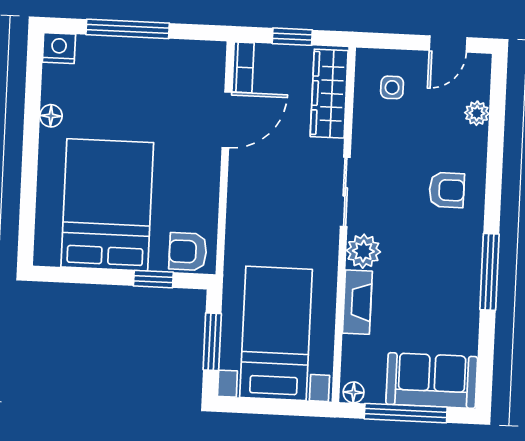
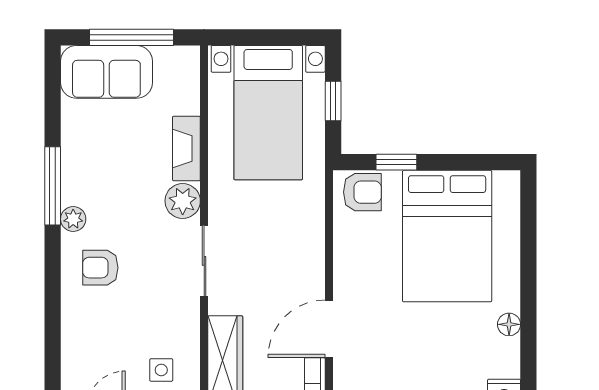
plant: (477, 113) -> (73, 219), moved
window: (212, 342) -> (333, 101), width x0.67
floor lamp: (354, 392) -> (186, 56), removed

